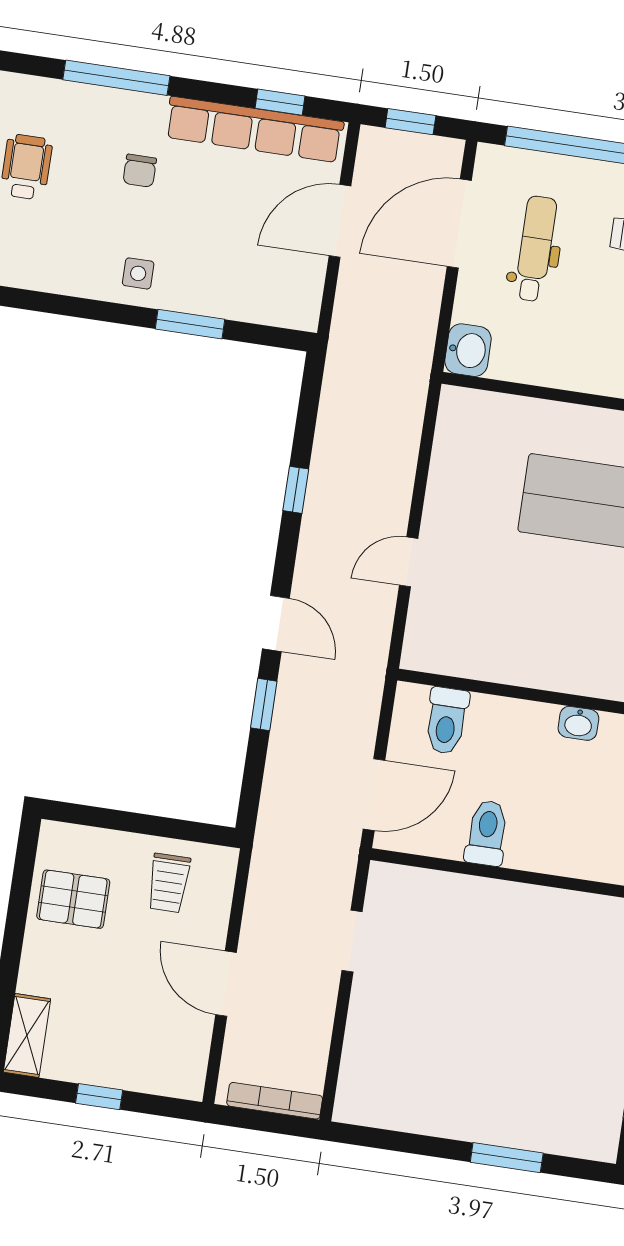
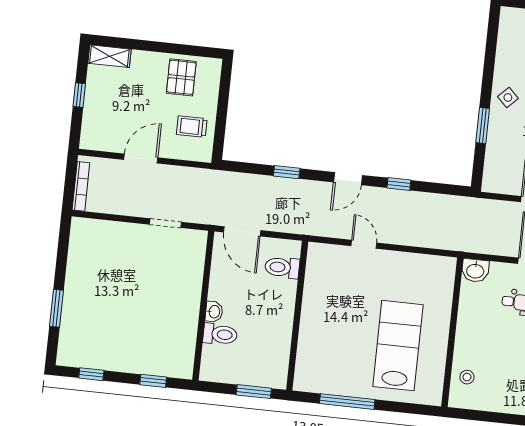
side table: (138, 273) -> (508, 97), turned 45
door: (276, 623) -> (348, 179), moved
washbasin: (578, 723) -> (214, 312), moved, turned 180
toilet: (487, 833) -> (220, 334), moved

